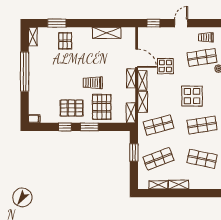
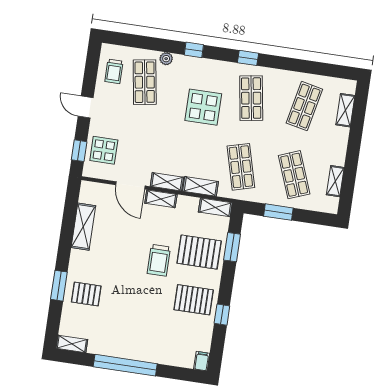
window: (57, 23) -> (59, 286), moved
door: (137, 58) -> (130, 185), swing flipped
display table: (165, 66) -> (104, 150), moved
pallet: (72, 108) -> (194, 300), turned 90
window: (89, 127) -> (232, 247), moved
shelving: (179, 185) -> (345, 110), moved

